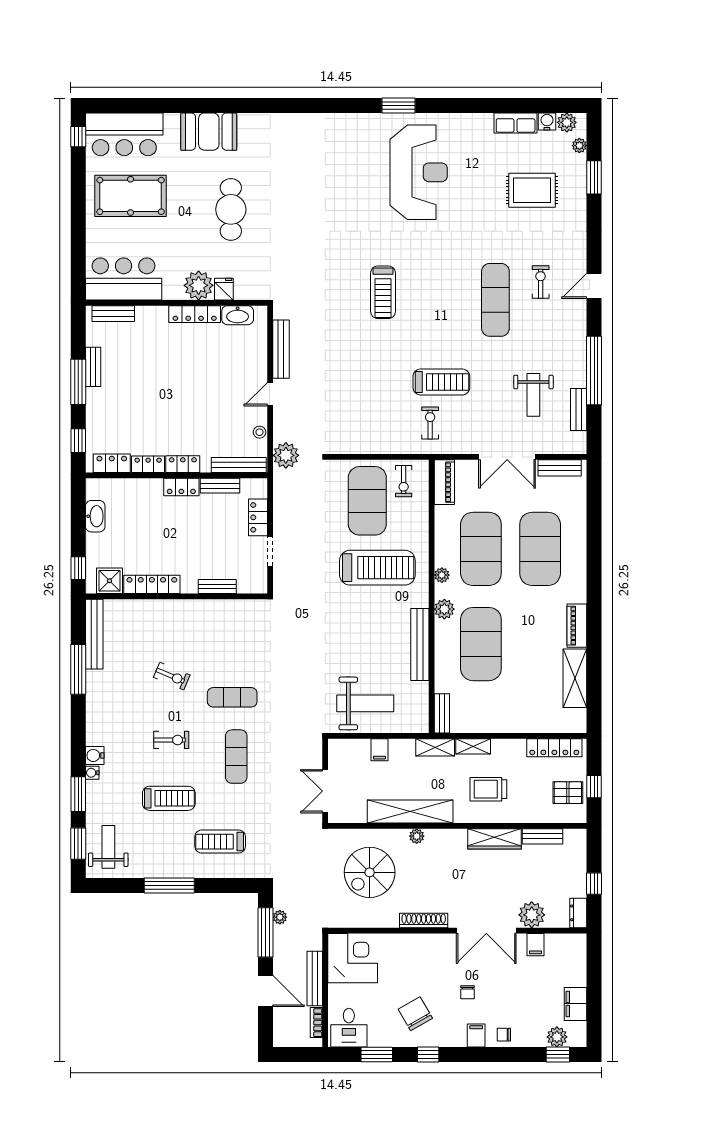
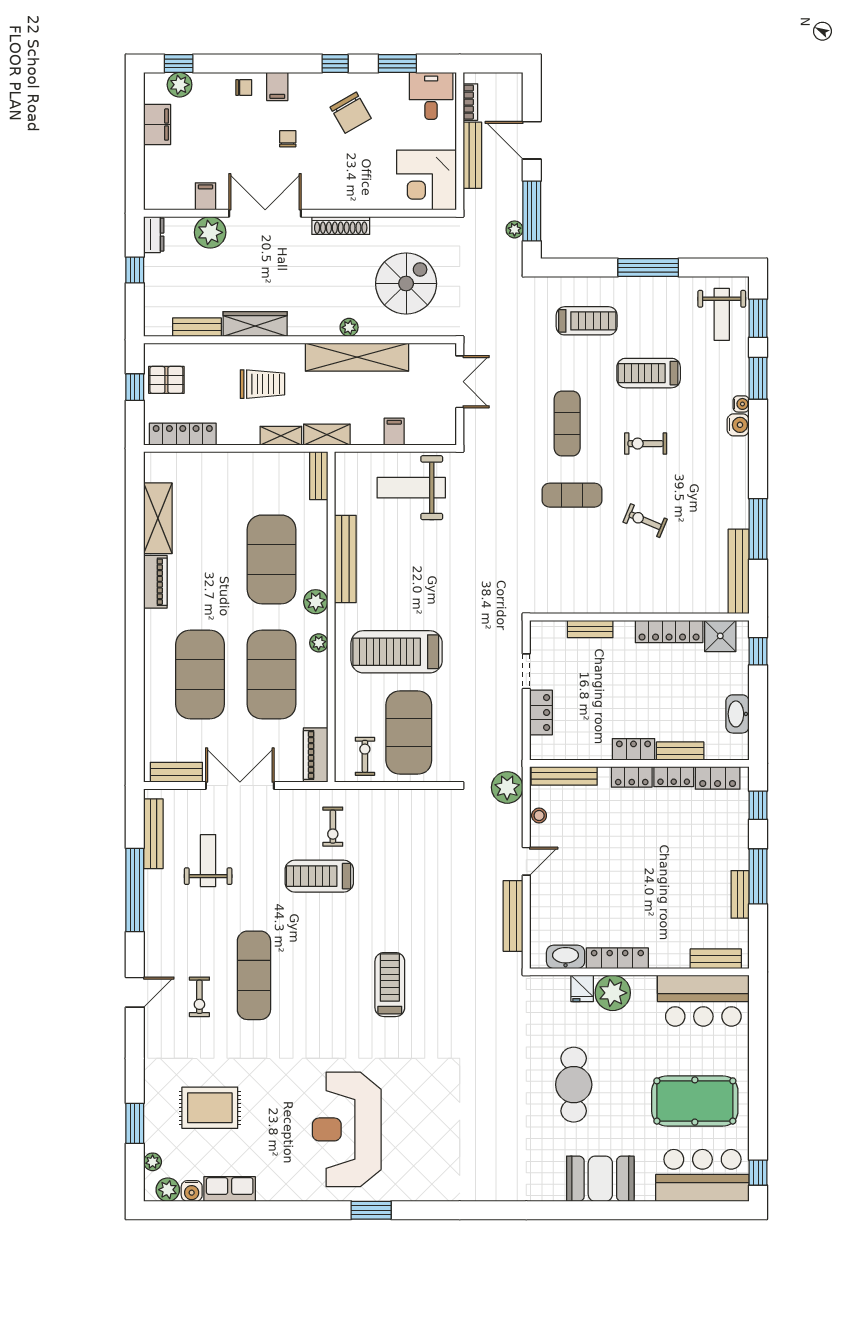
bench: (579, 409) -> (153, 834), width x1.36
bench: (220, 486) -> (680, 751), moved

